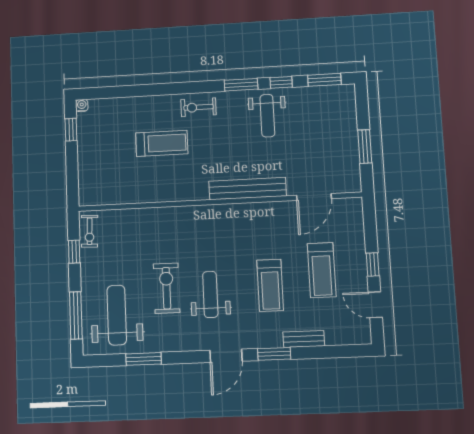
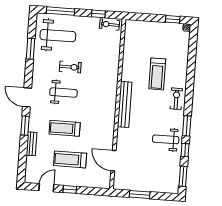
bench: (248, 189) -> (125, 104), moved
exercise bike: (166, 288) -> (70, 67), width x0.73, depth x0.72

